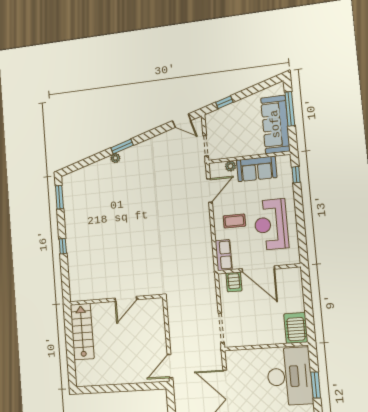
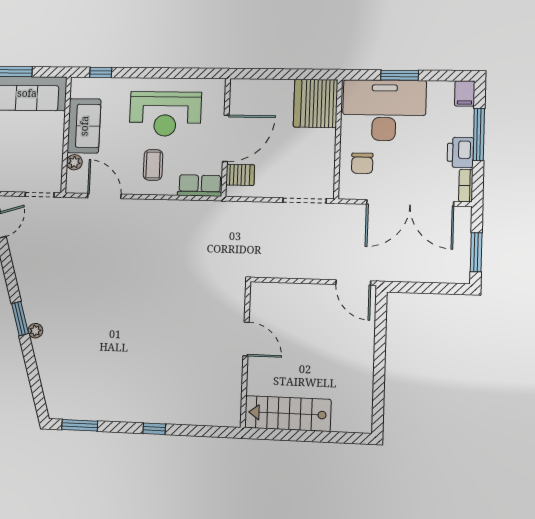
server rack: (296, 328) -> (316, 103), width x1.60
chair: (251, 365) -> (362, 163), added

